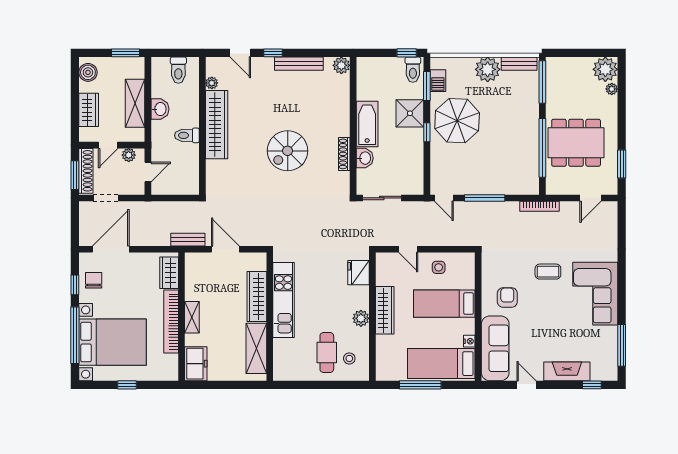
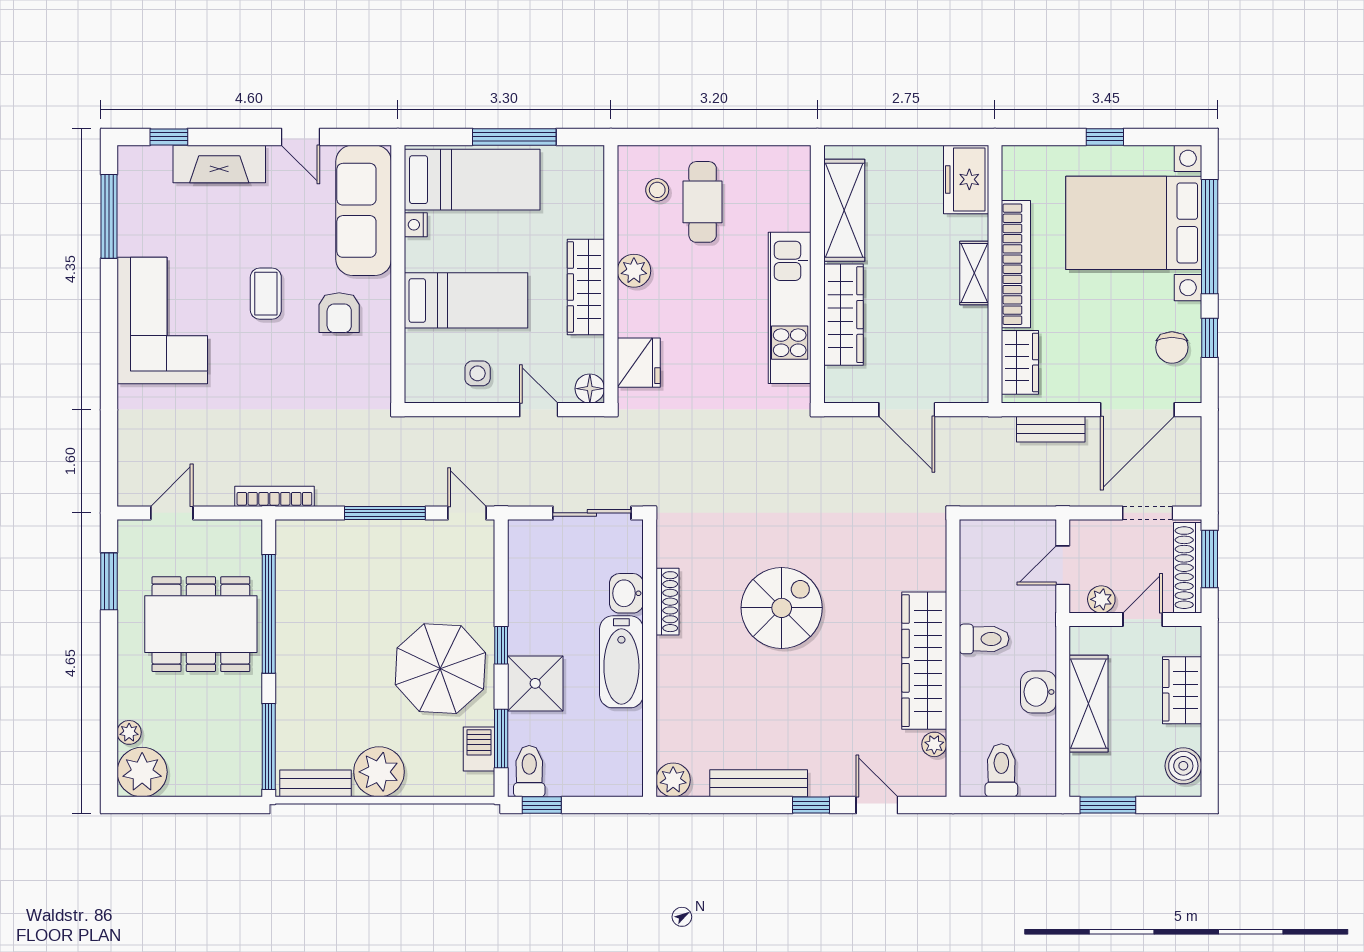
bench: (188, 240) -> (1051, 429), moved
floor lamp: (383, 260) -> (590, 389), added
coffee table: (548, 272) -> (266, 294), moved, turned 90

